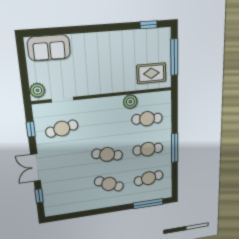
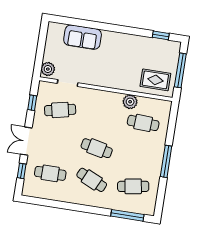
sofa: (49, 48) -> (83, 37), moved
cafe table: (148, 149) -> (50, 173), moved

